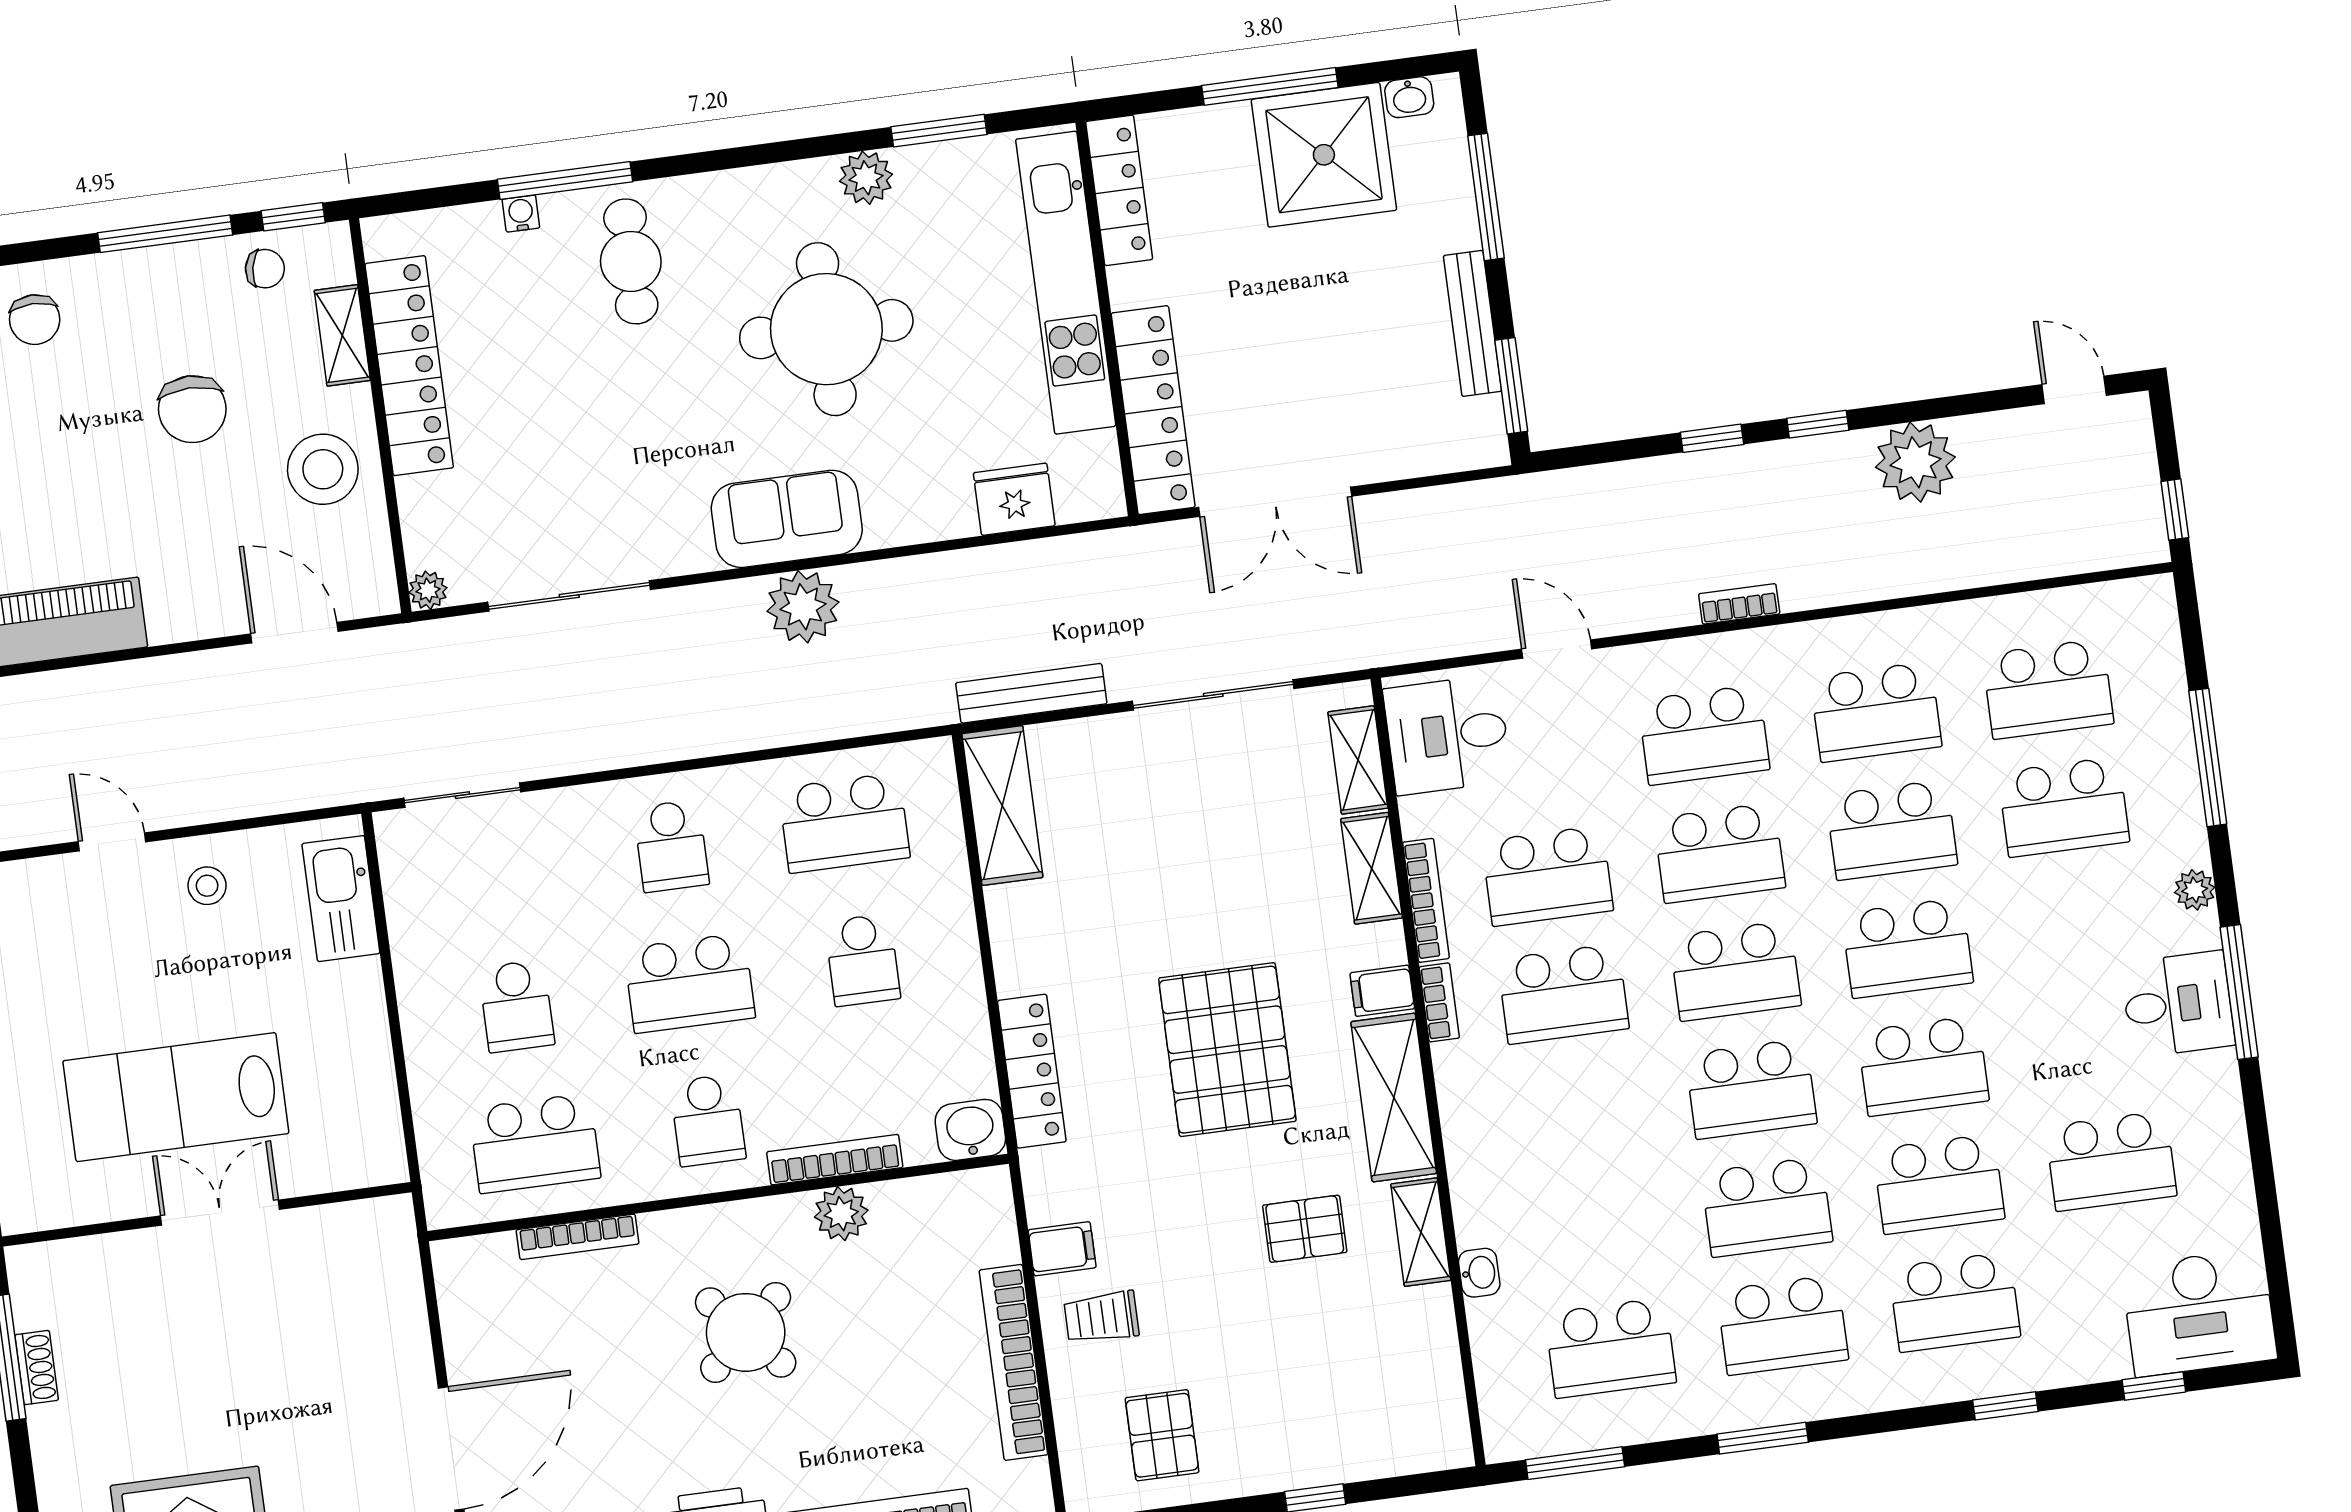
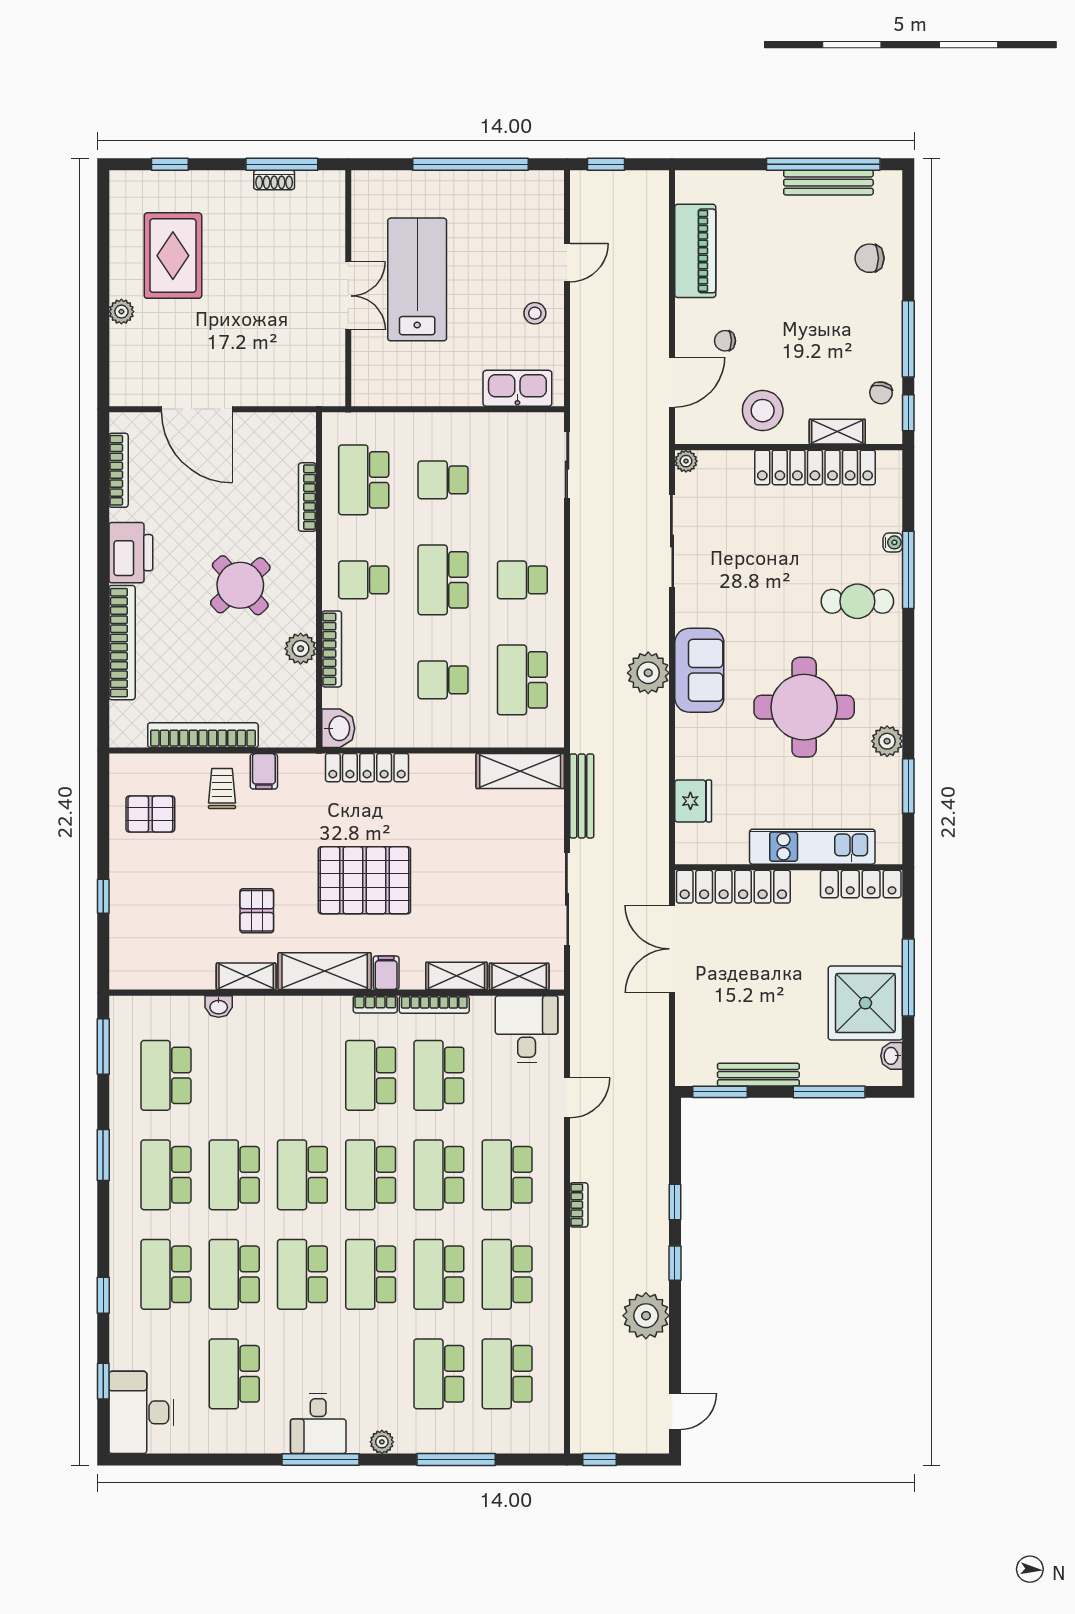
kitchen unit: (1066, 283) -> (812, 847), width x0.73
chair: (192, 409) -> (725, 341), moved, width x0.54, depth x0.54

